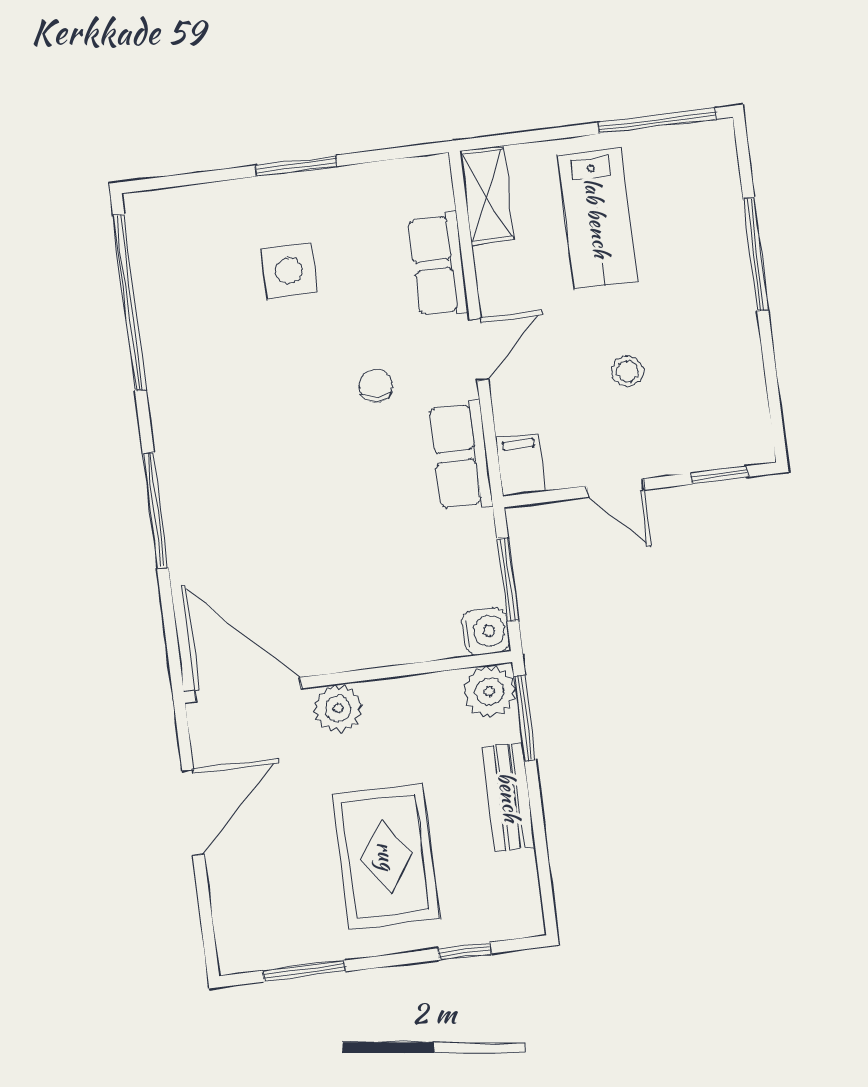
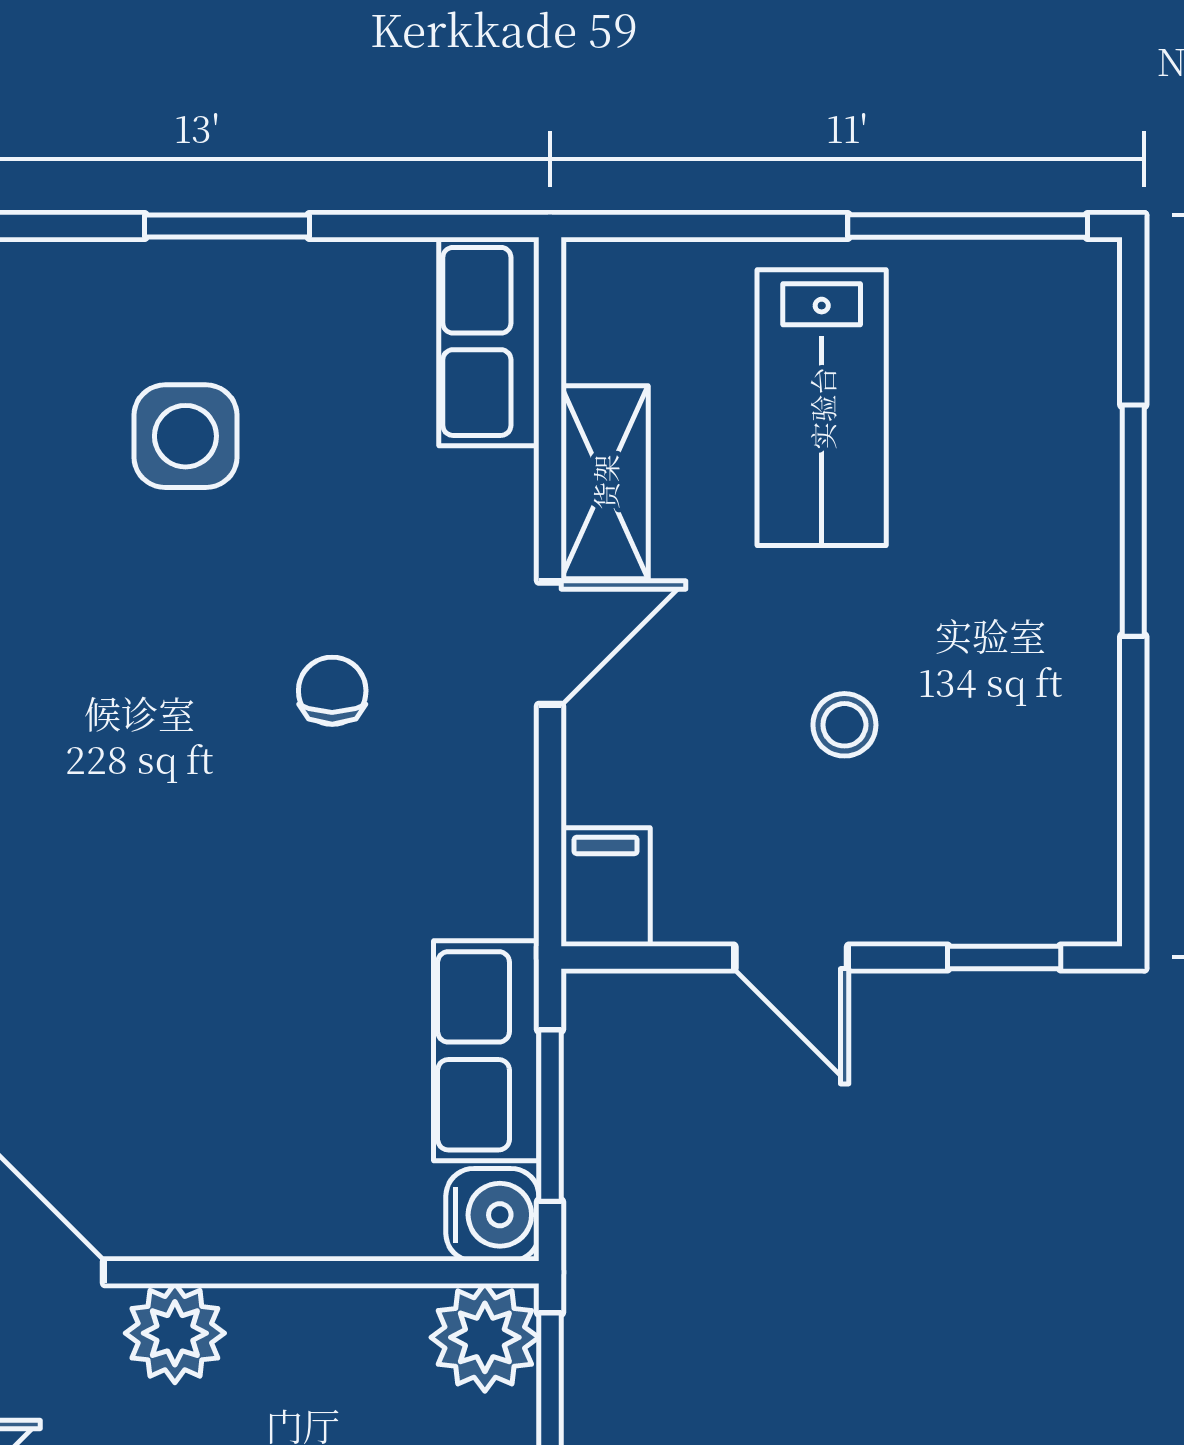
shelving: (487, 195) -> (605, 482), moved
row of seats: (438, 265) -> (489, 341), moved
row of seats: (461, 456) -> (486, 1051), moved

